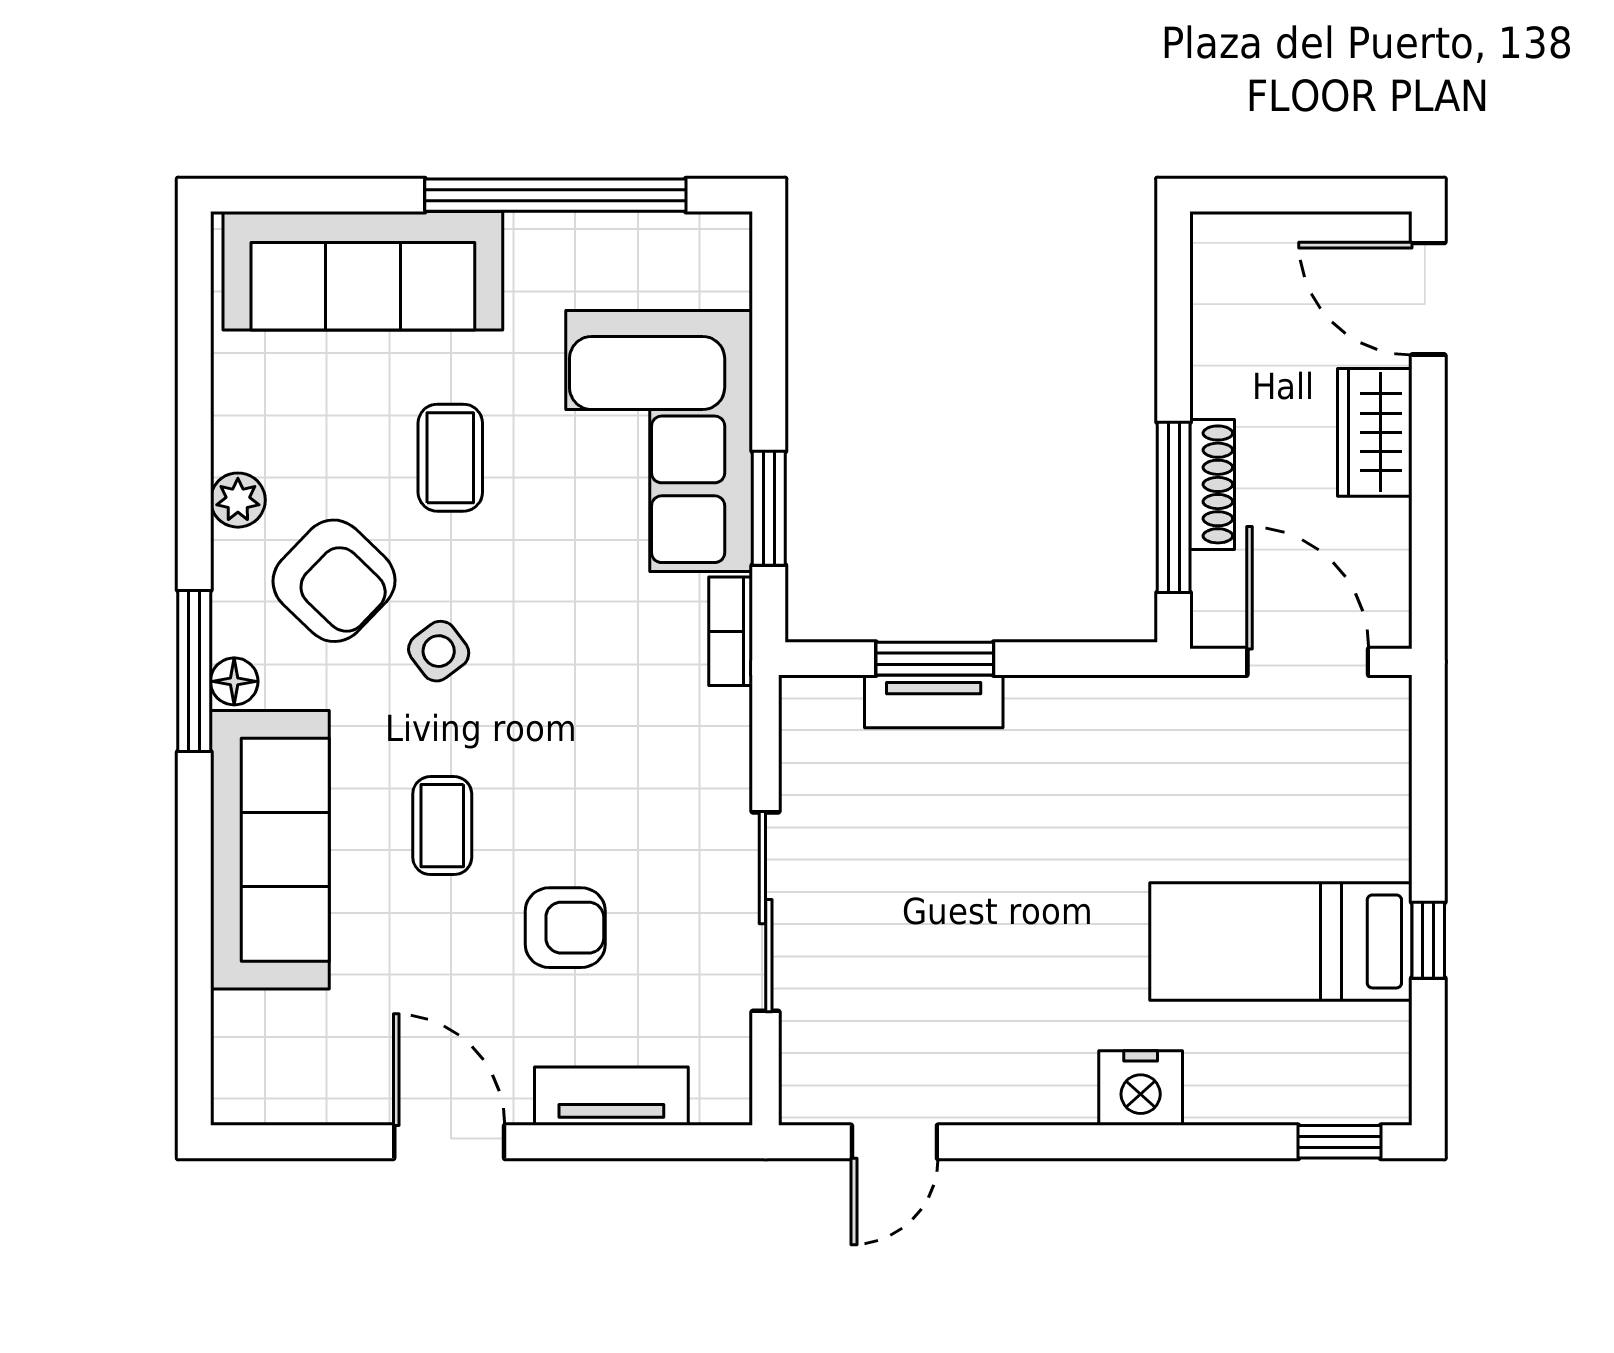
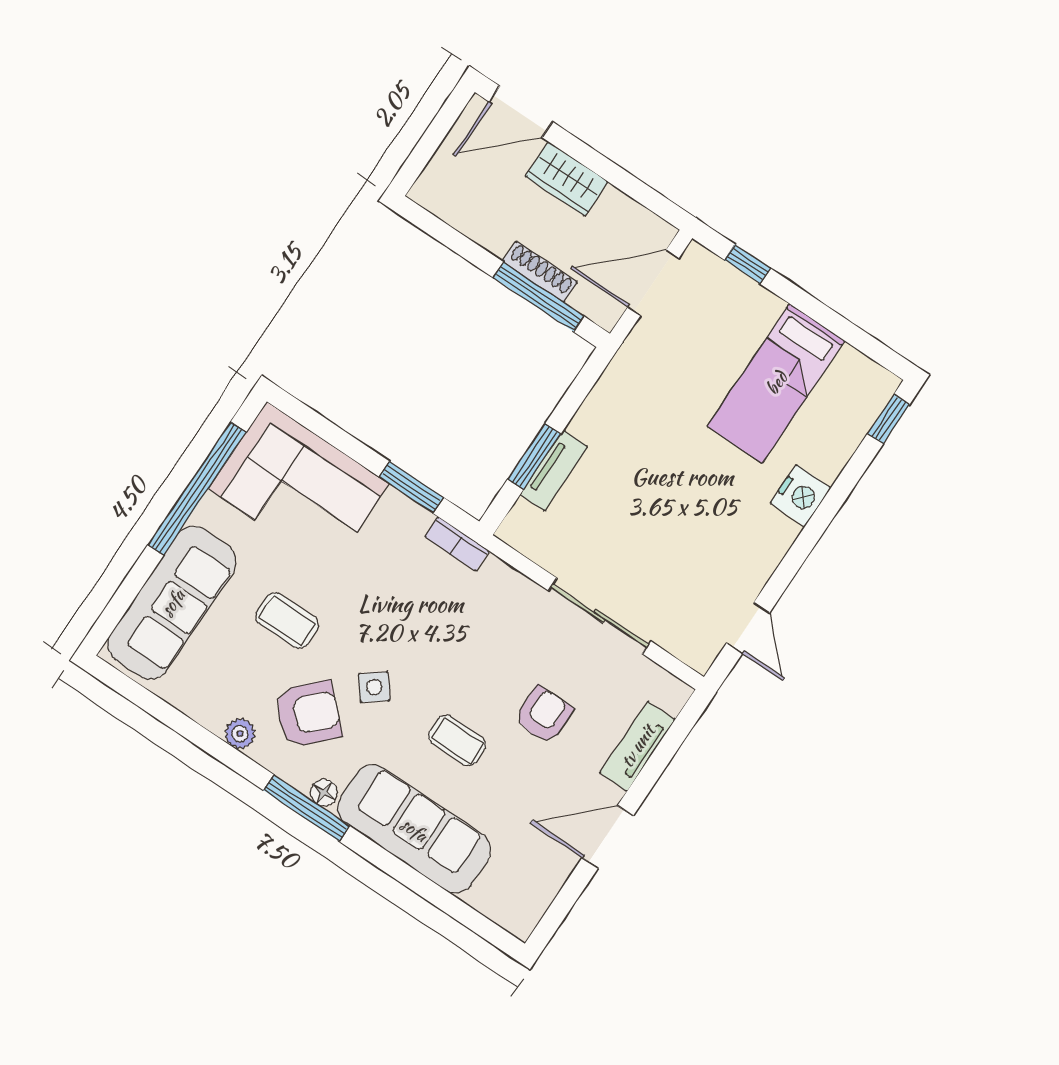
corner sofa: (659, 441) -> (299, 486), moved
window: (1428, 940) -> (748, 264), moved

